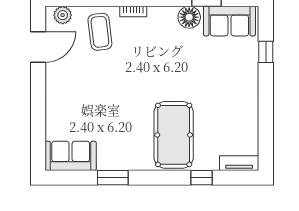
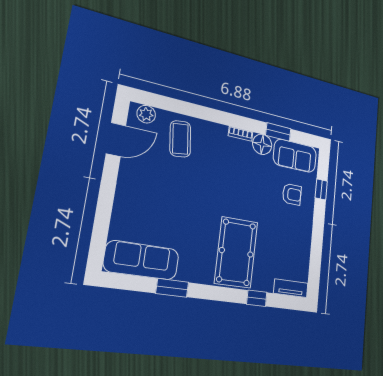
bookcase: (133, 12) -> (241, 134), moved
armchair: (230, 64) -> (292, 194), added
sofa: (71, 156) -> (142, 260), width x1.36

